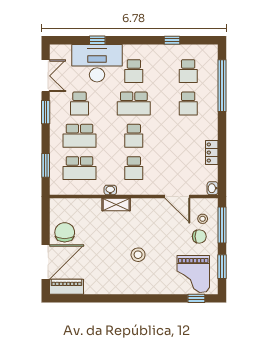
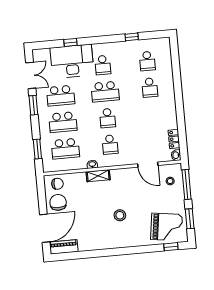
window: (222, 86) -> (176, 70), removed
school desk: (80, 103) -> (61, 96), width x1.85
locker: (212, 153) -> (174, 139), moved
chair: (199, 236) -> (57, 184), moved
grand piano: (193, 274) -> (167, 227), turned -82

